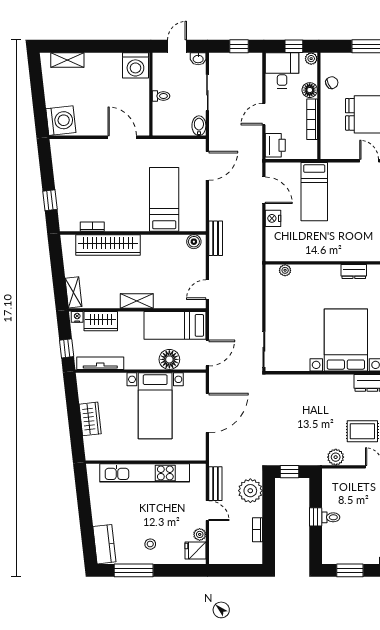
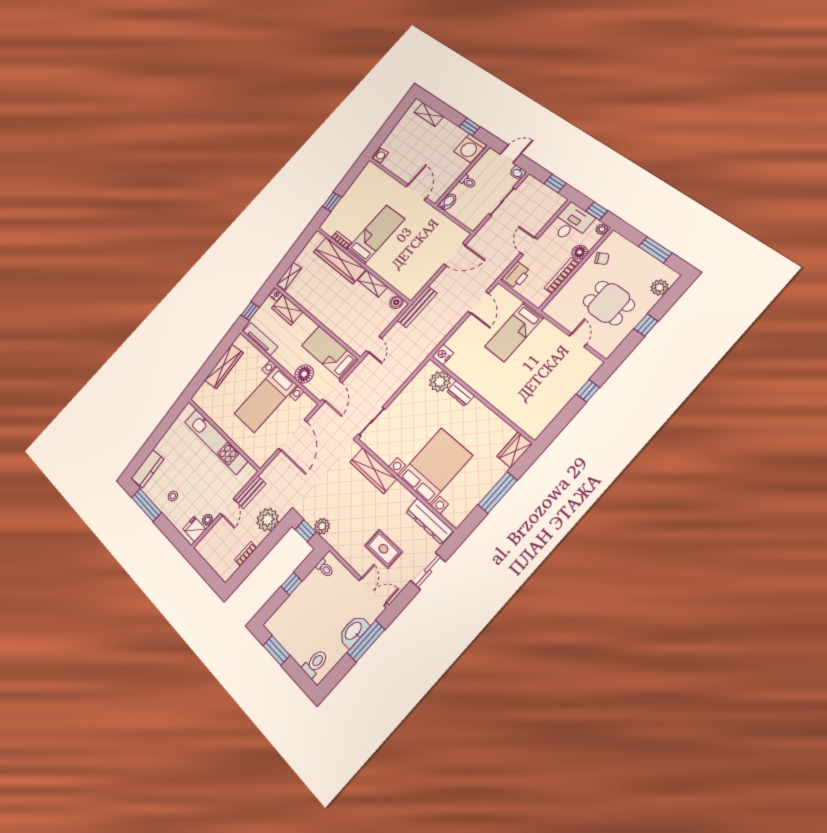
window: (117, 46) -> (470, 127), added
door: (264, 114) -> (529, 246), hinge flipped
washing machine: (61, 121) -> (380, 155), width x0.53, depth x0.53
bidet: (199, 126) -> (448, 202), moved
bed: (164, 199) -> (376, 234), moved
nightstand: (273, 218) -> (443, 355), moved
bench: (216, 238) -> (417, 307), width x1.36
plant: (285, 270) -> (440, 382), width x1.87, depth x1.87
dresser: (354, 272) -> (460, 393), moved
door: (207, 290) -> (374, 344), swing flipped
shelving: (137, 301) -> (373, 284), moved
door: (207, 353) -> (332, 391), hinge flipped
wardrobe: (300, 384) -> (373, 470), added
door: (207, 413) -> (293, 435), hinge flipped
wardrobe: (90, 419) -> (224, 366), width x1.50
plant: (336, 457) -> (322, 526), moved
toilet: (331, 517) -> (325, 568), moved

